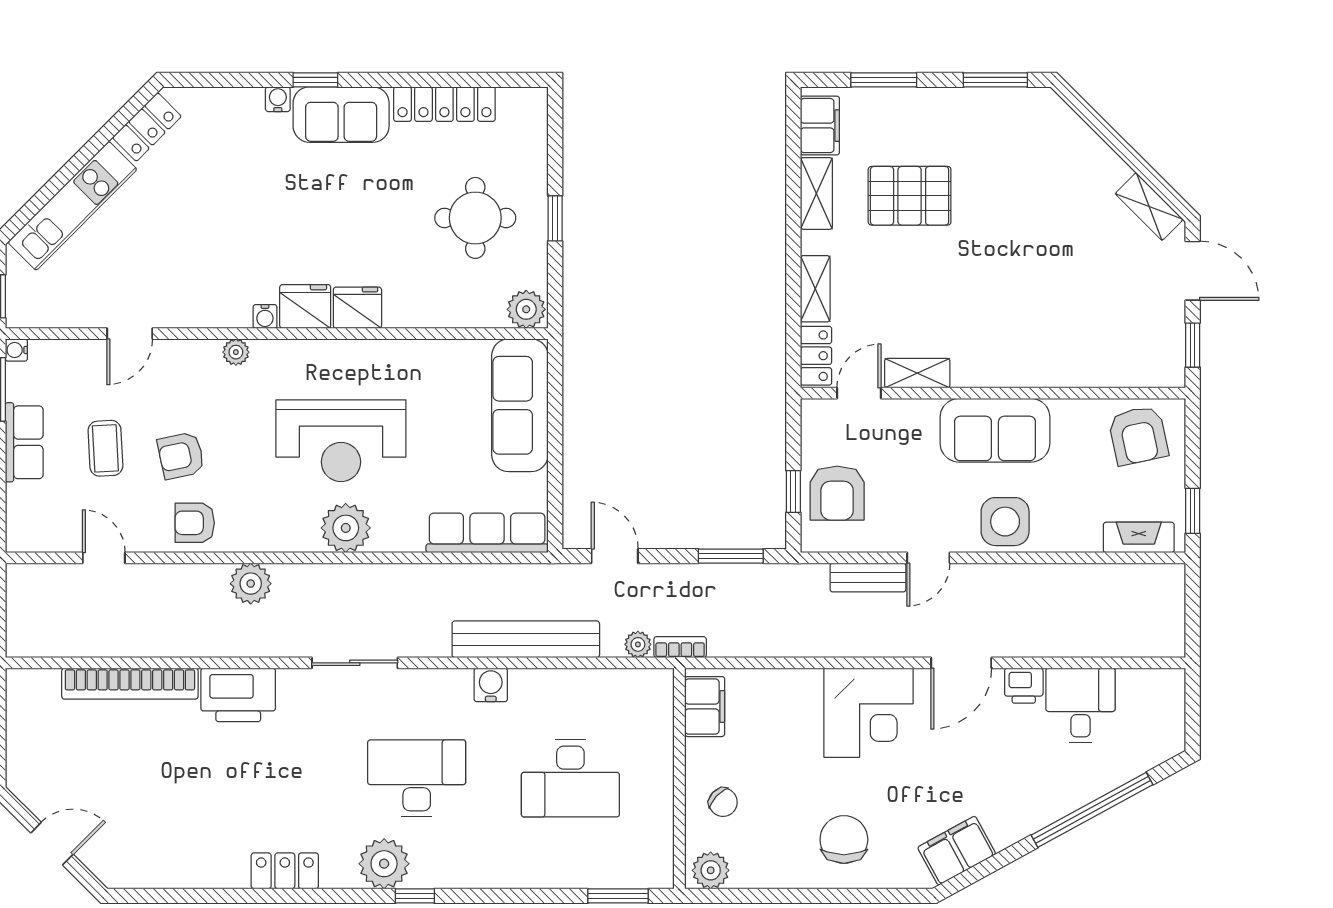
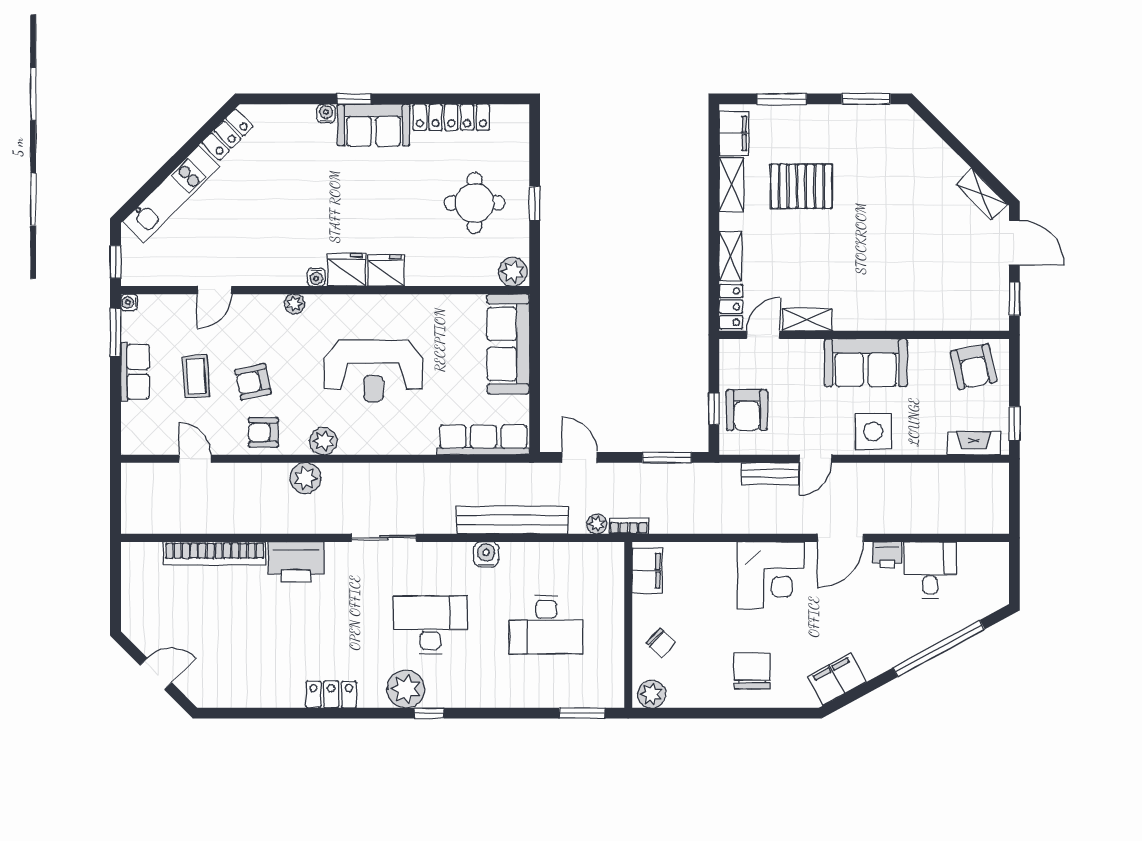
plant: (346, 528) -> (323, 441), moved, width x0.73, depth x0.73

